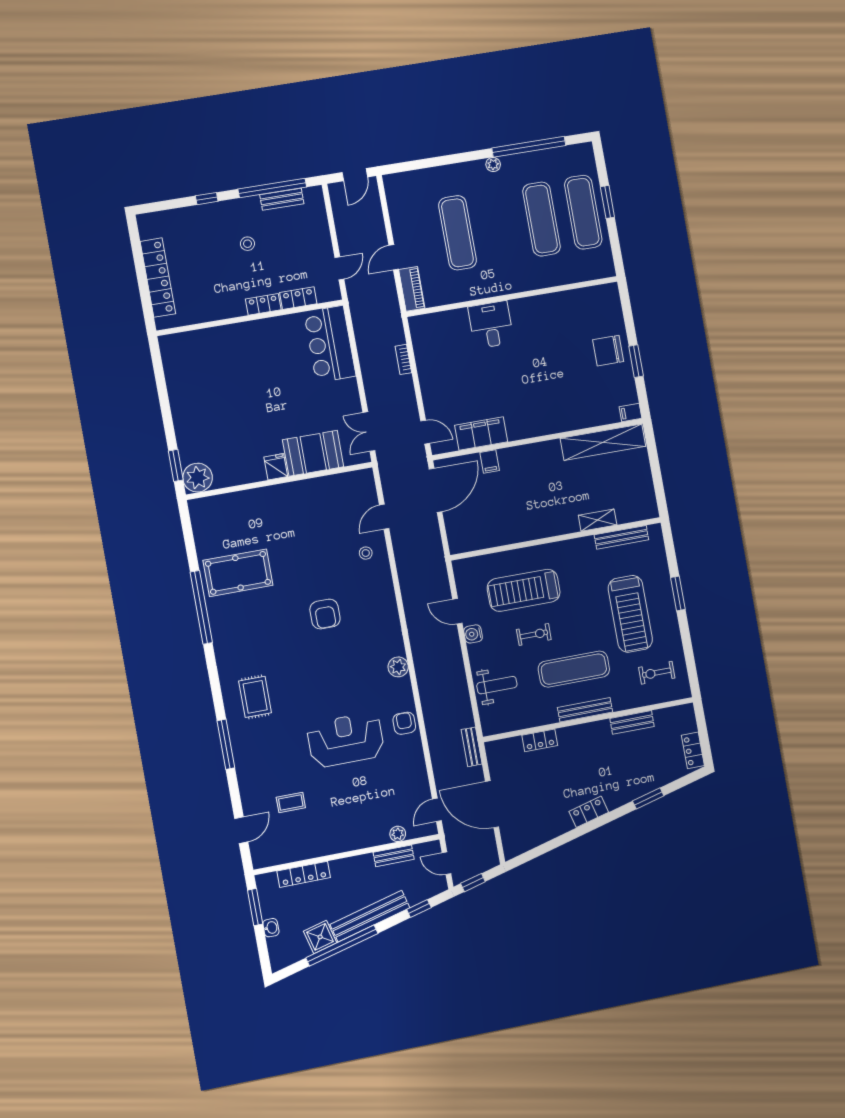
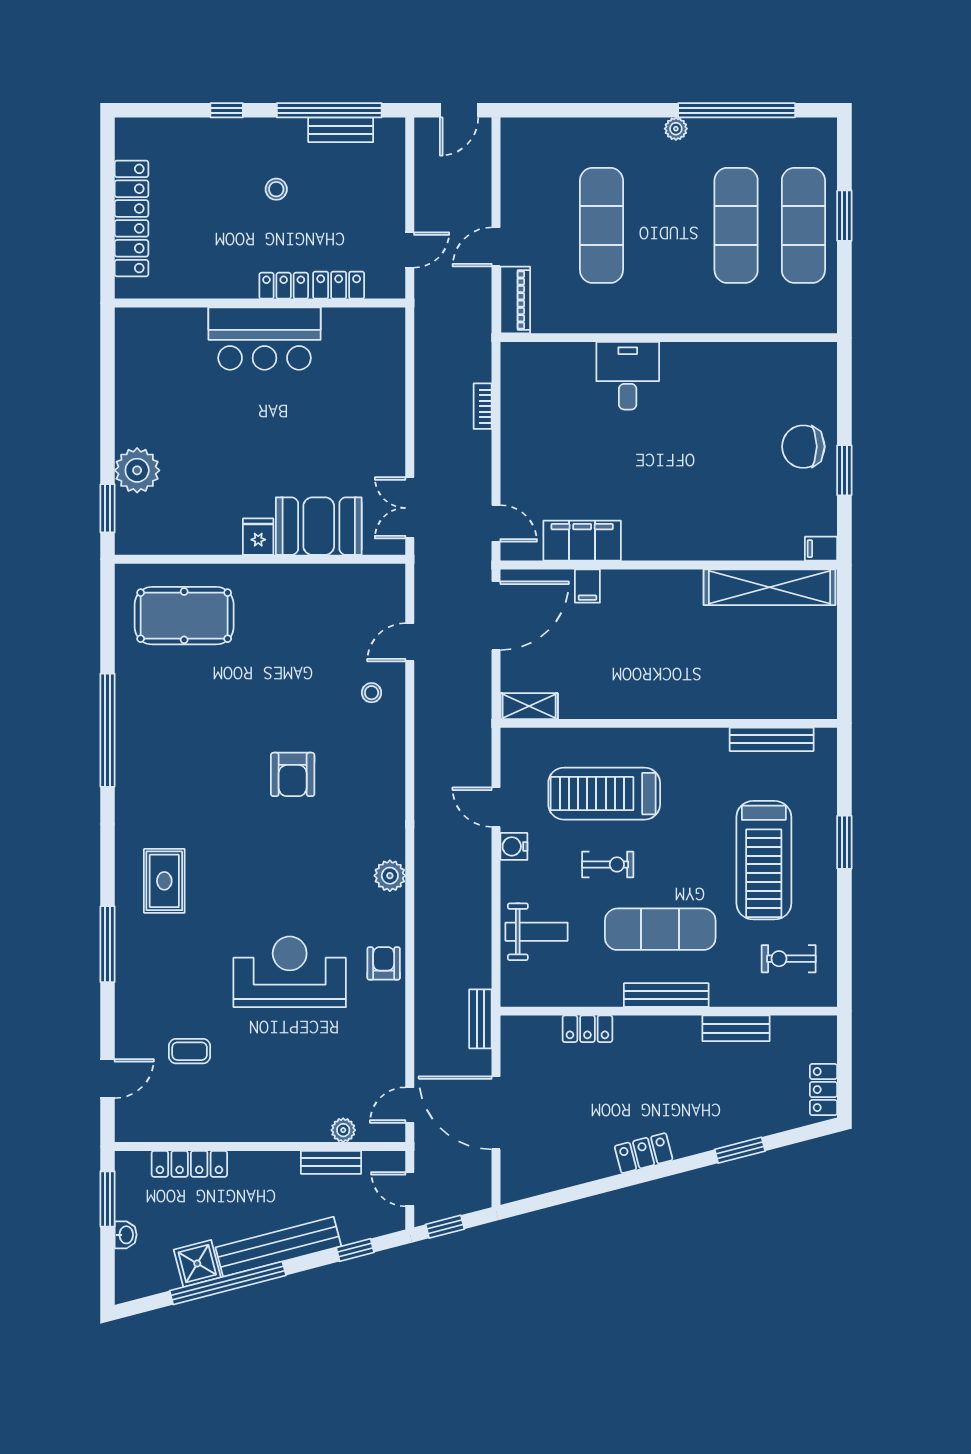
bar counter: (330, 344) -> (265, 339), moved, turned -90
plant: (198, 478) -> (137, 470), moved
shelving: (598, 520) -> (529, 706), moved
pool table: (238, 573) -> (184, 616), moved

